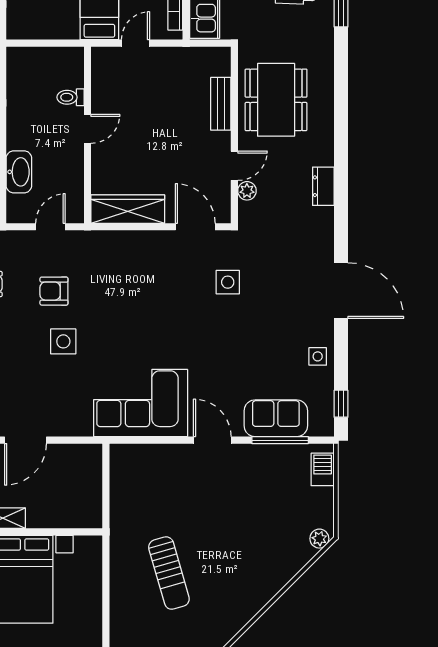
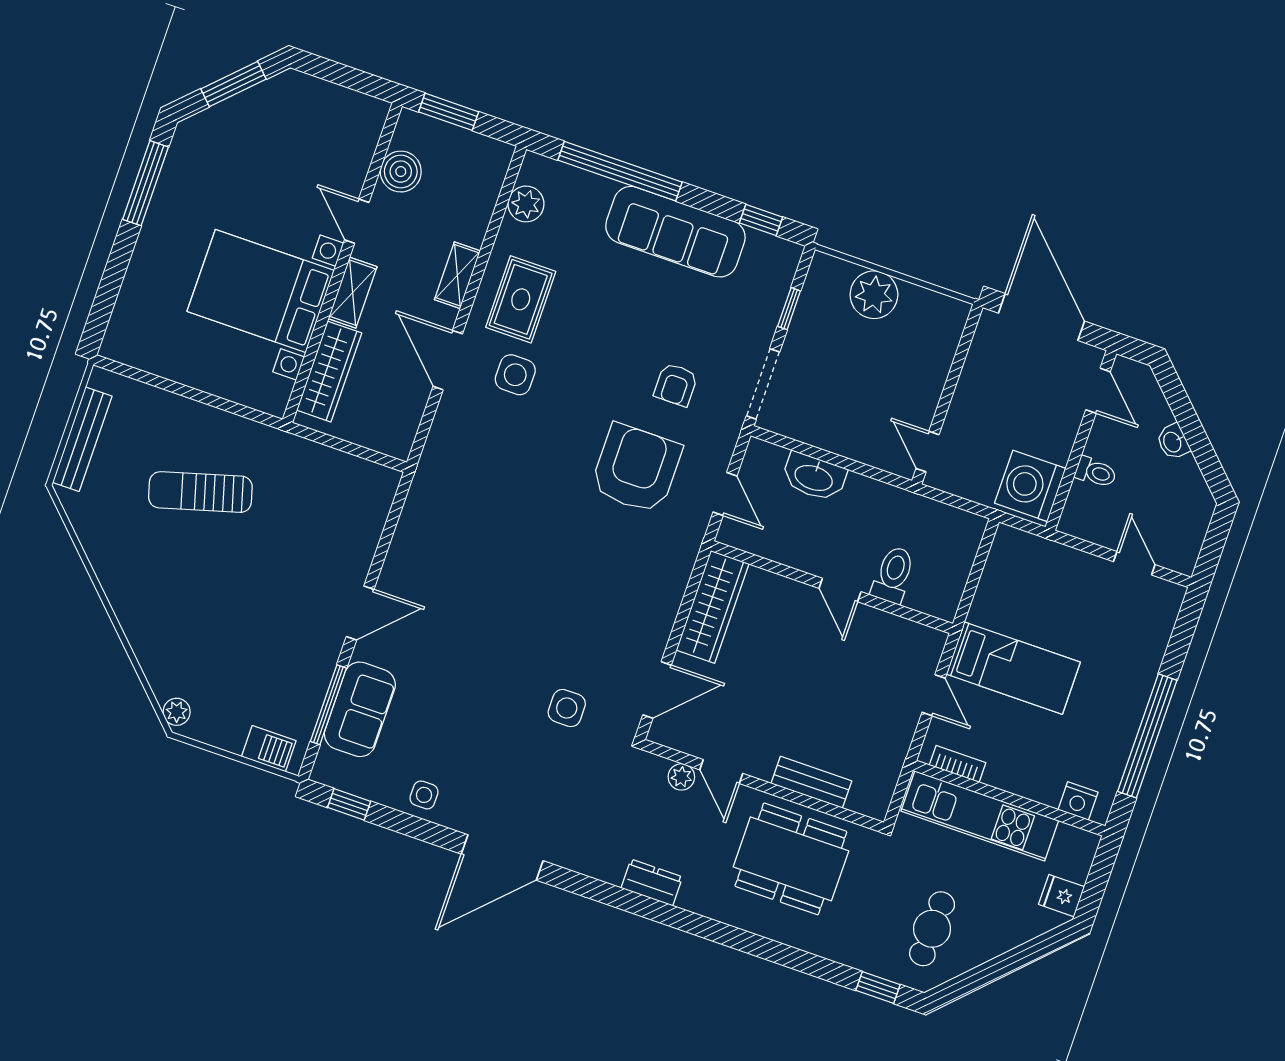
toilet: (70, 97) -> (893, 575), width x1.37, depth x1.39
armchair: (54, 291) -> (636, 469), width x1.88, depth x1.88
side table: (63, 341) -> (515, 375), moved
corner sofa: (141, 403) -> (444, 533), removed
wardrobe: (60, 516) -> (329, 372), added

